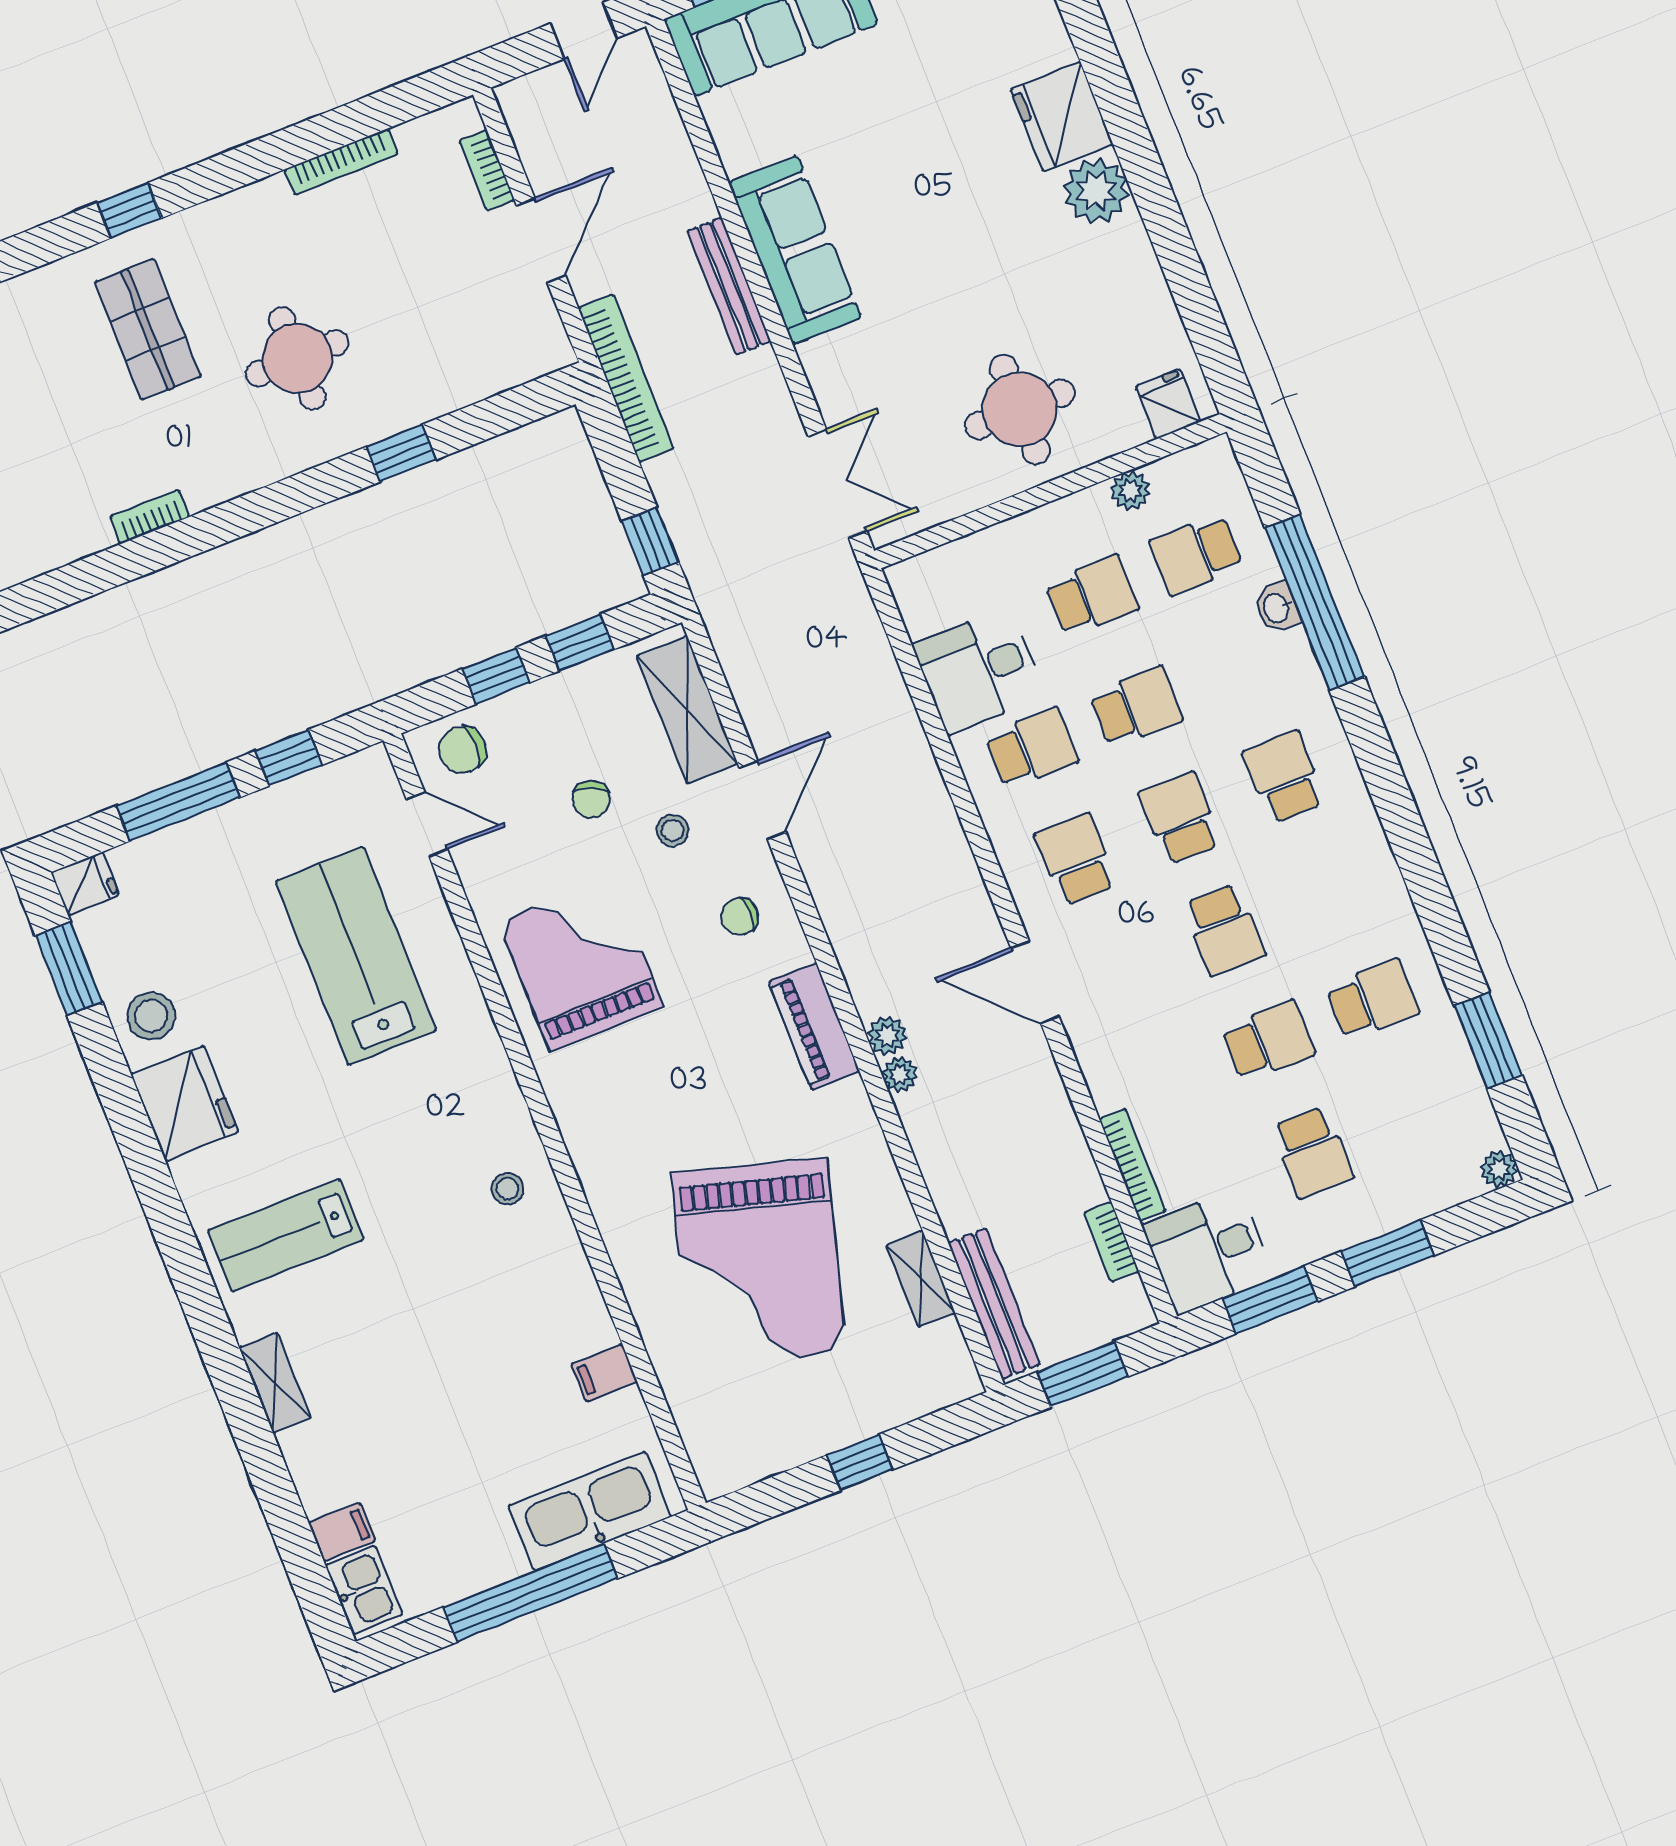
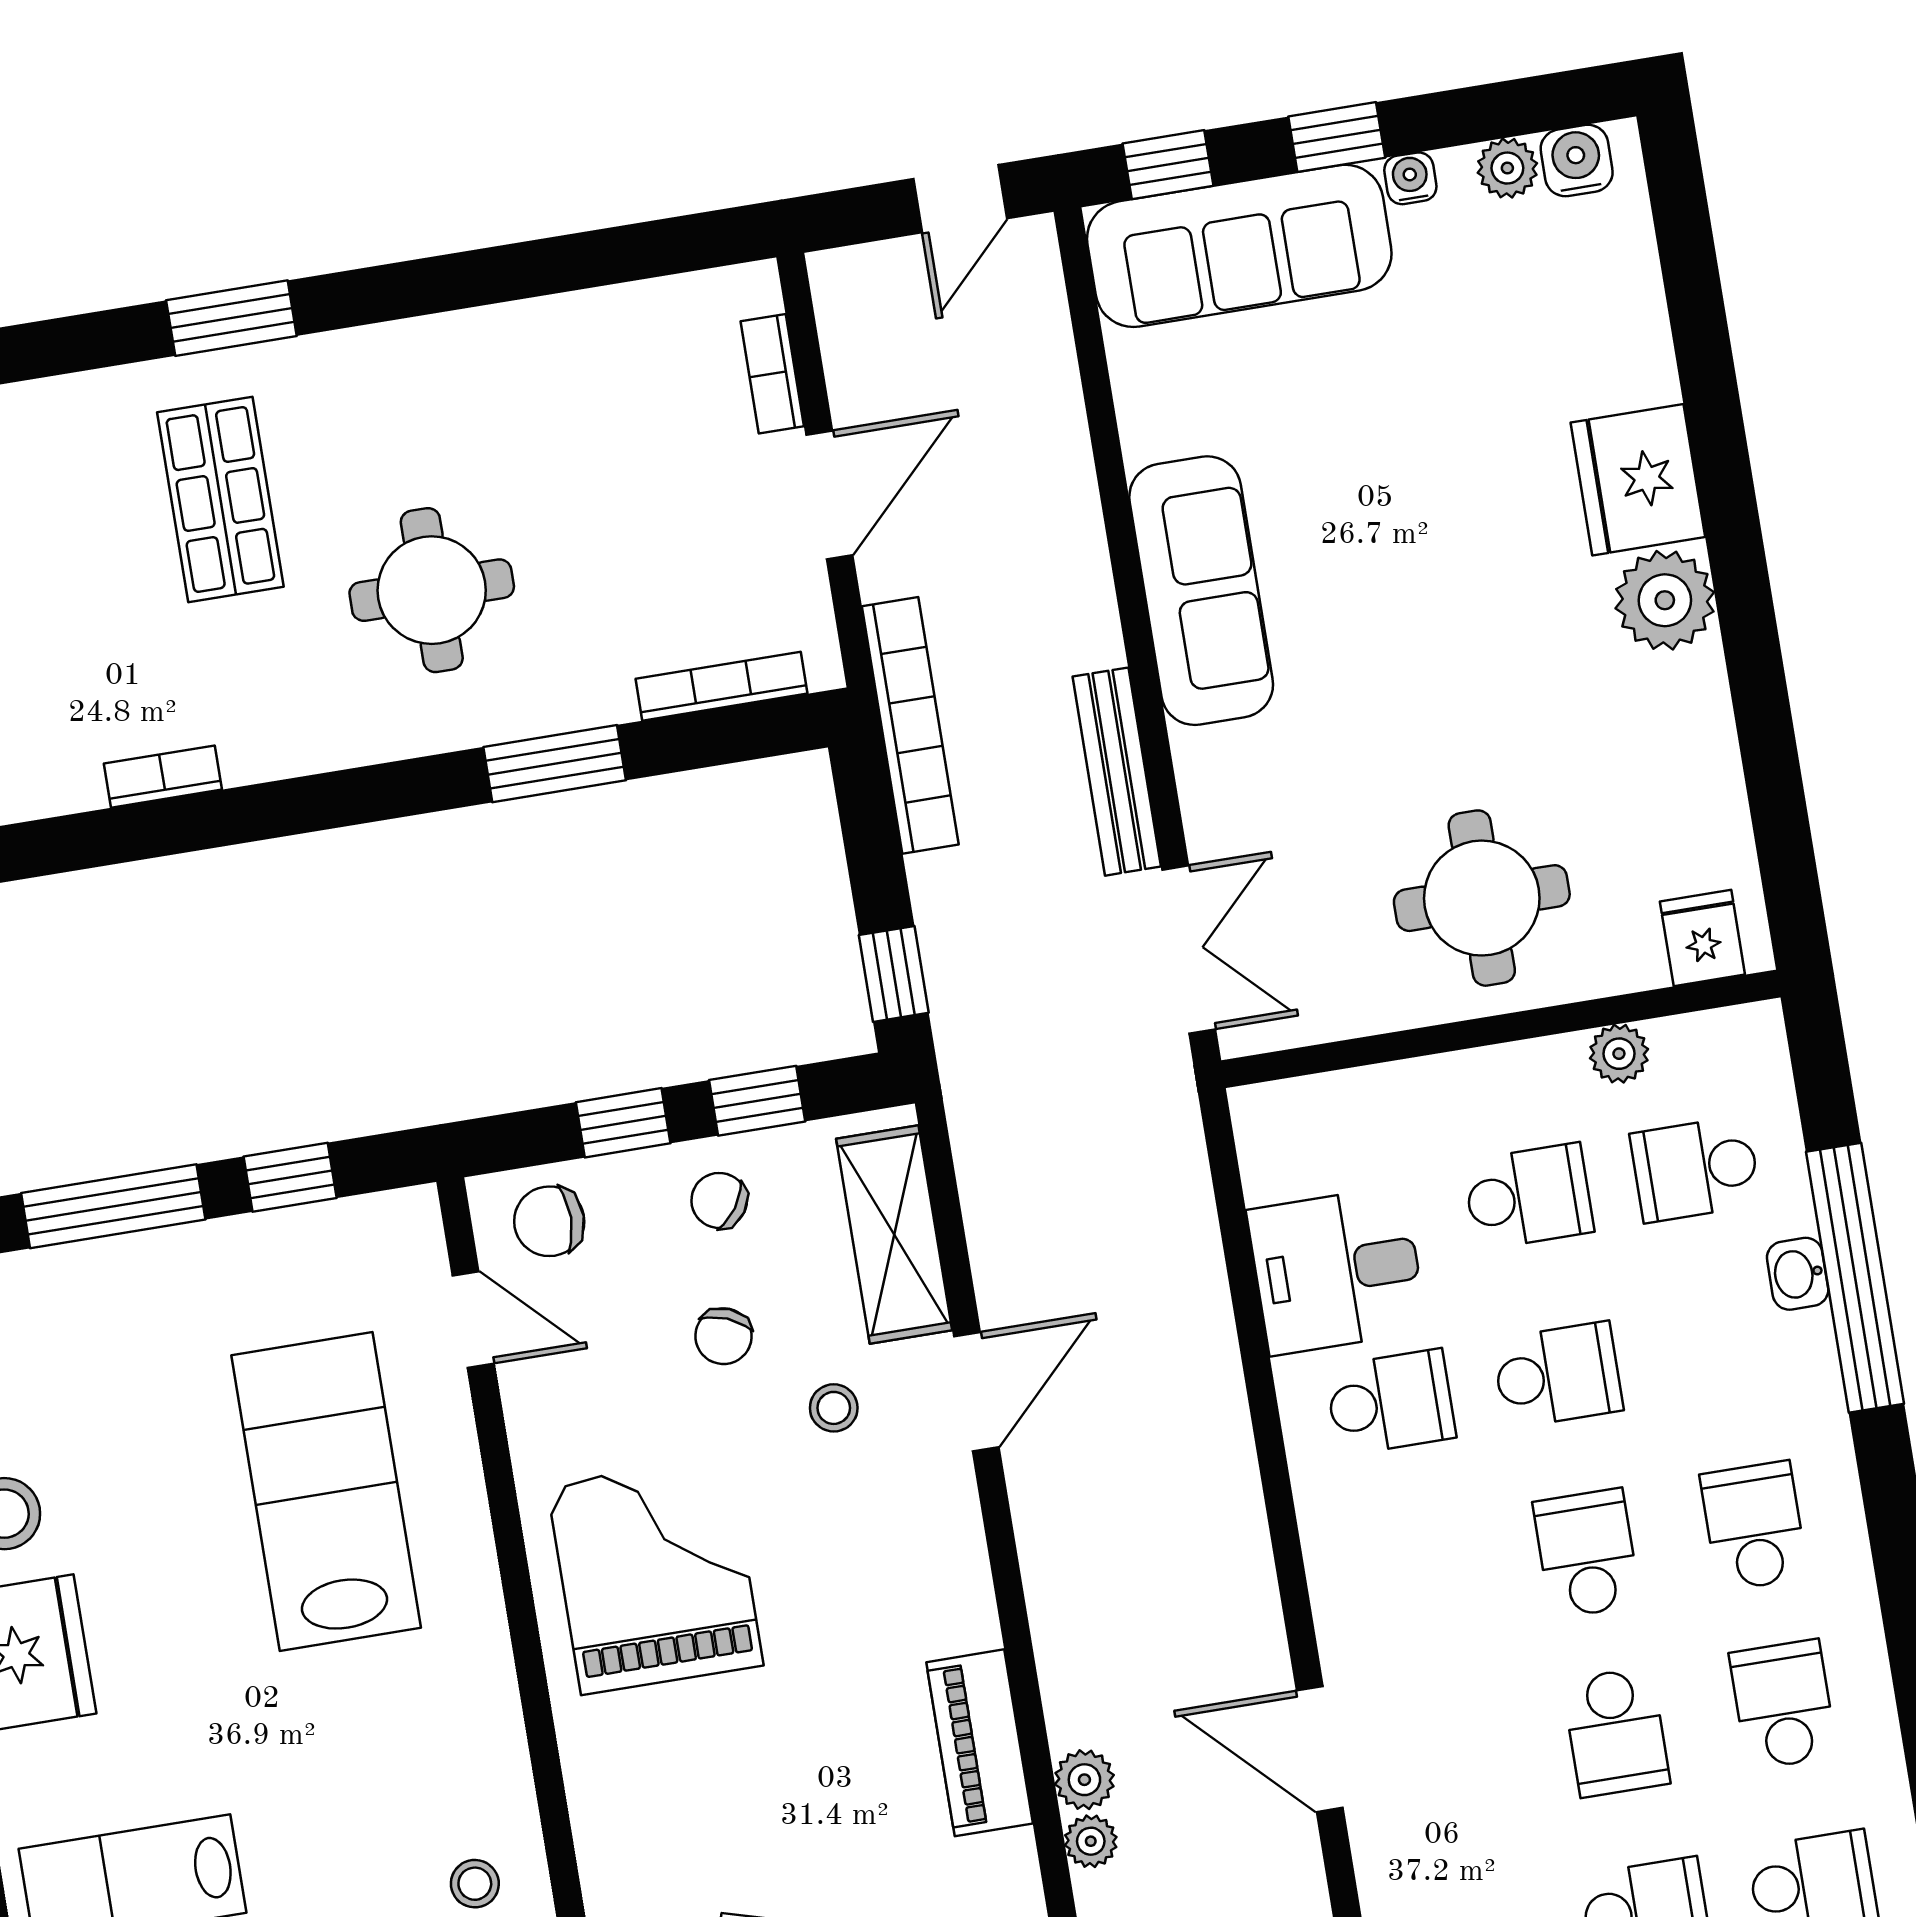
bookcase: (341, 162) -> (721, 686), moved, turned 180
window: (129, 210) -> (231, 318), width x1.50
bench: (729, 286) -> (1117, 772), moved
window: (401, 453) -> (555, 764), width x1.50
school desk: (1076, 860) -> (1783, 1705), moved
chair: (740, 917) -> (719, 1200), moved, turned 35

